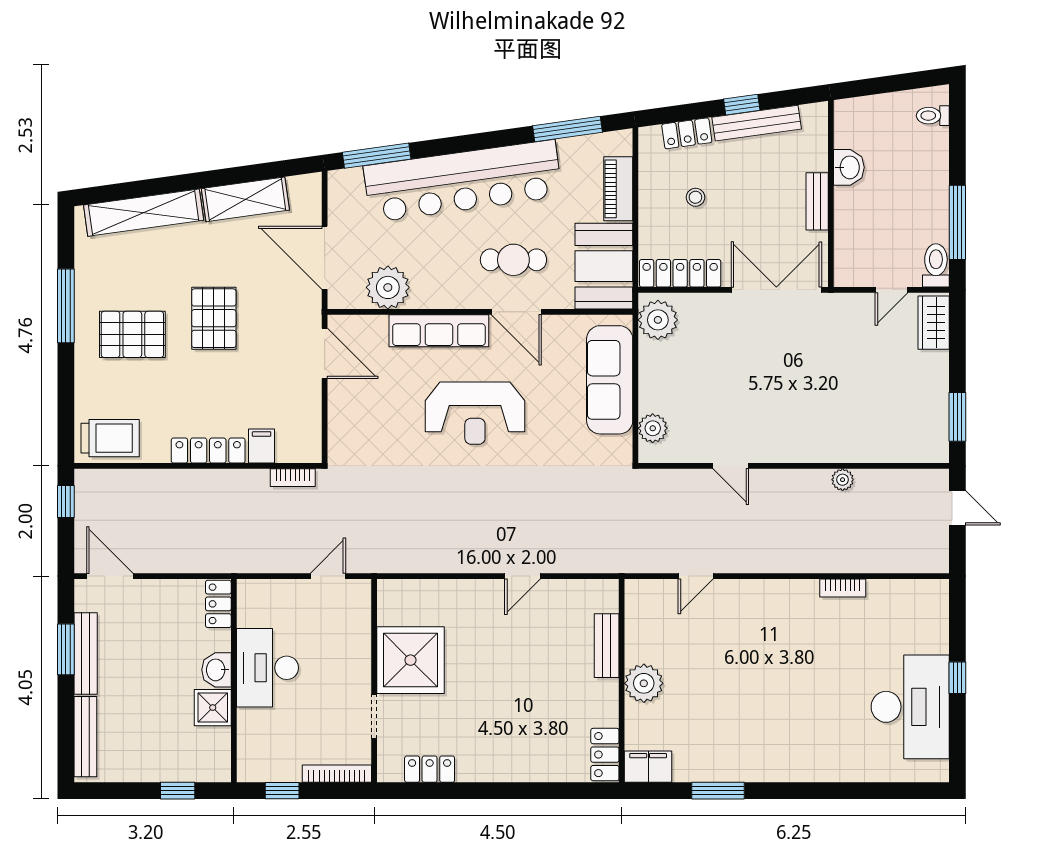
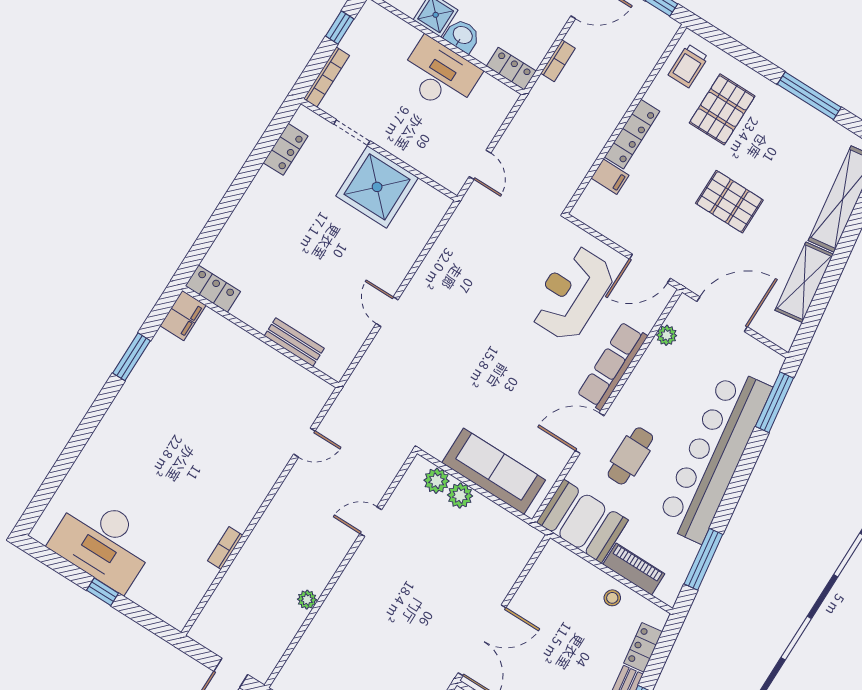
stool: (695, 197) -> (612, 598), moved
locker: (680, 273) -> (541, 575), removed
plant: (388, 287) -> (667, 335), width x0.53, depth x0.53
plant: (658, 320) -> (460, 496), moved, width x0.73, depth x0.73
pallet: (132, 334) -> (722, 109), moved
reception desk: (475, 413) -> (572, 293), moved
trolley: (110, 438) -> (688, 66), width x0.73, depth x0.72
bookcase: (293, 478) -> (558, 61), moved, turned 180
door: (696, 576) -> (304, 443), swing flipped
plant: (644, 683) -> (248, 352), removed

